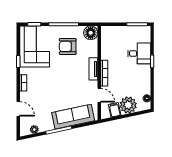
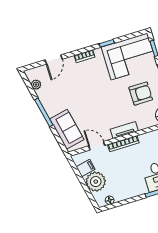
armchair: (68, 46) -> (141, 94), turned 90
door: (99, 95) -> (97, 146), swing flipped
sofa: (73, 117) -> (67, 129), width x0.73

